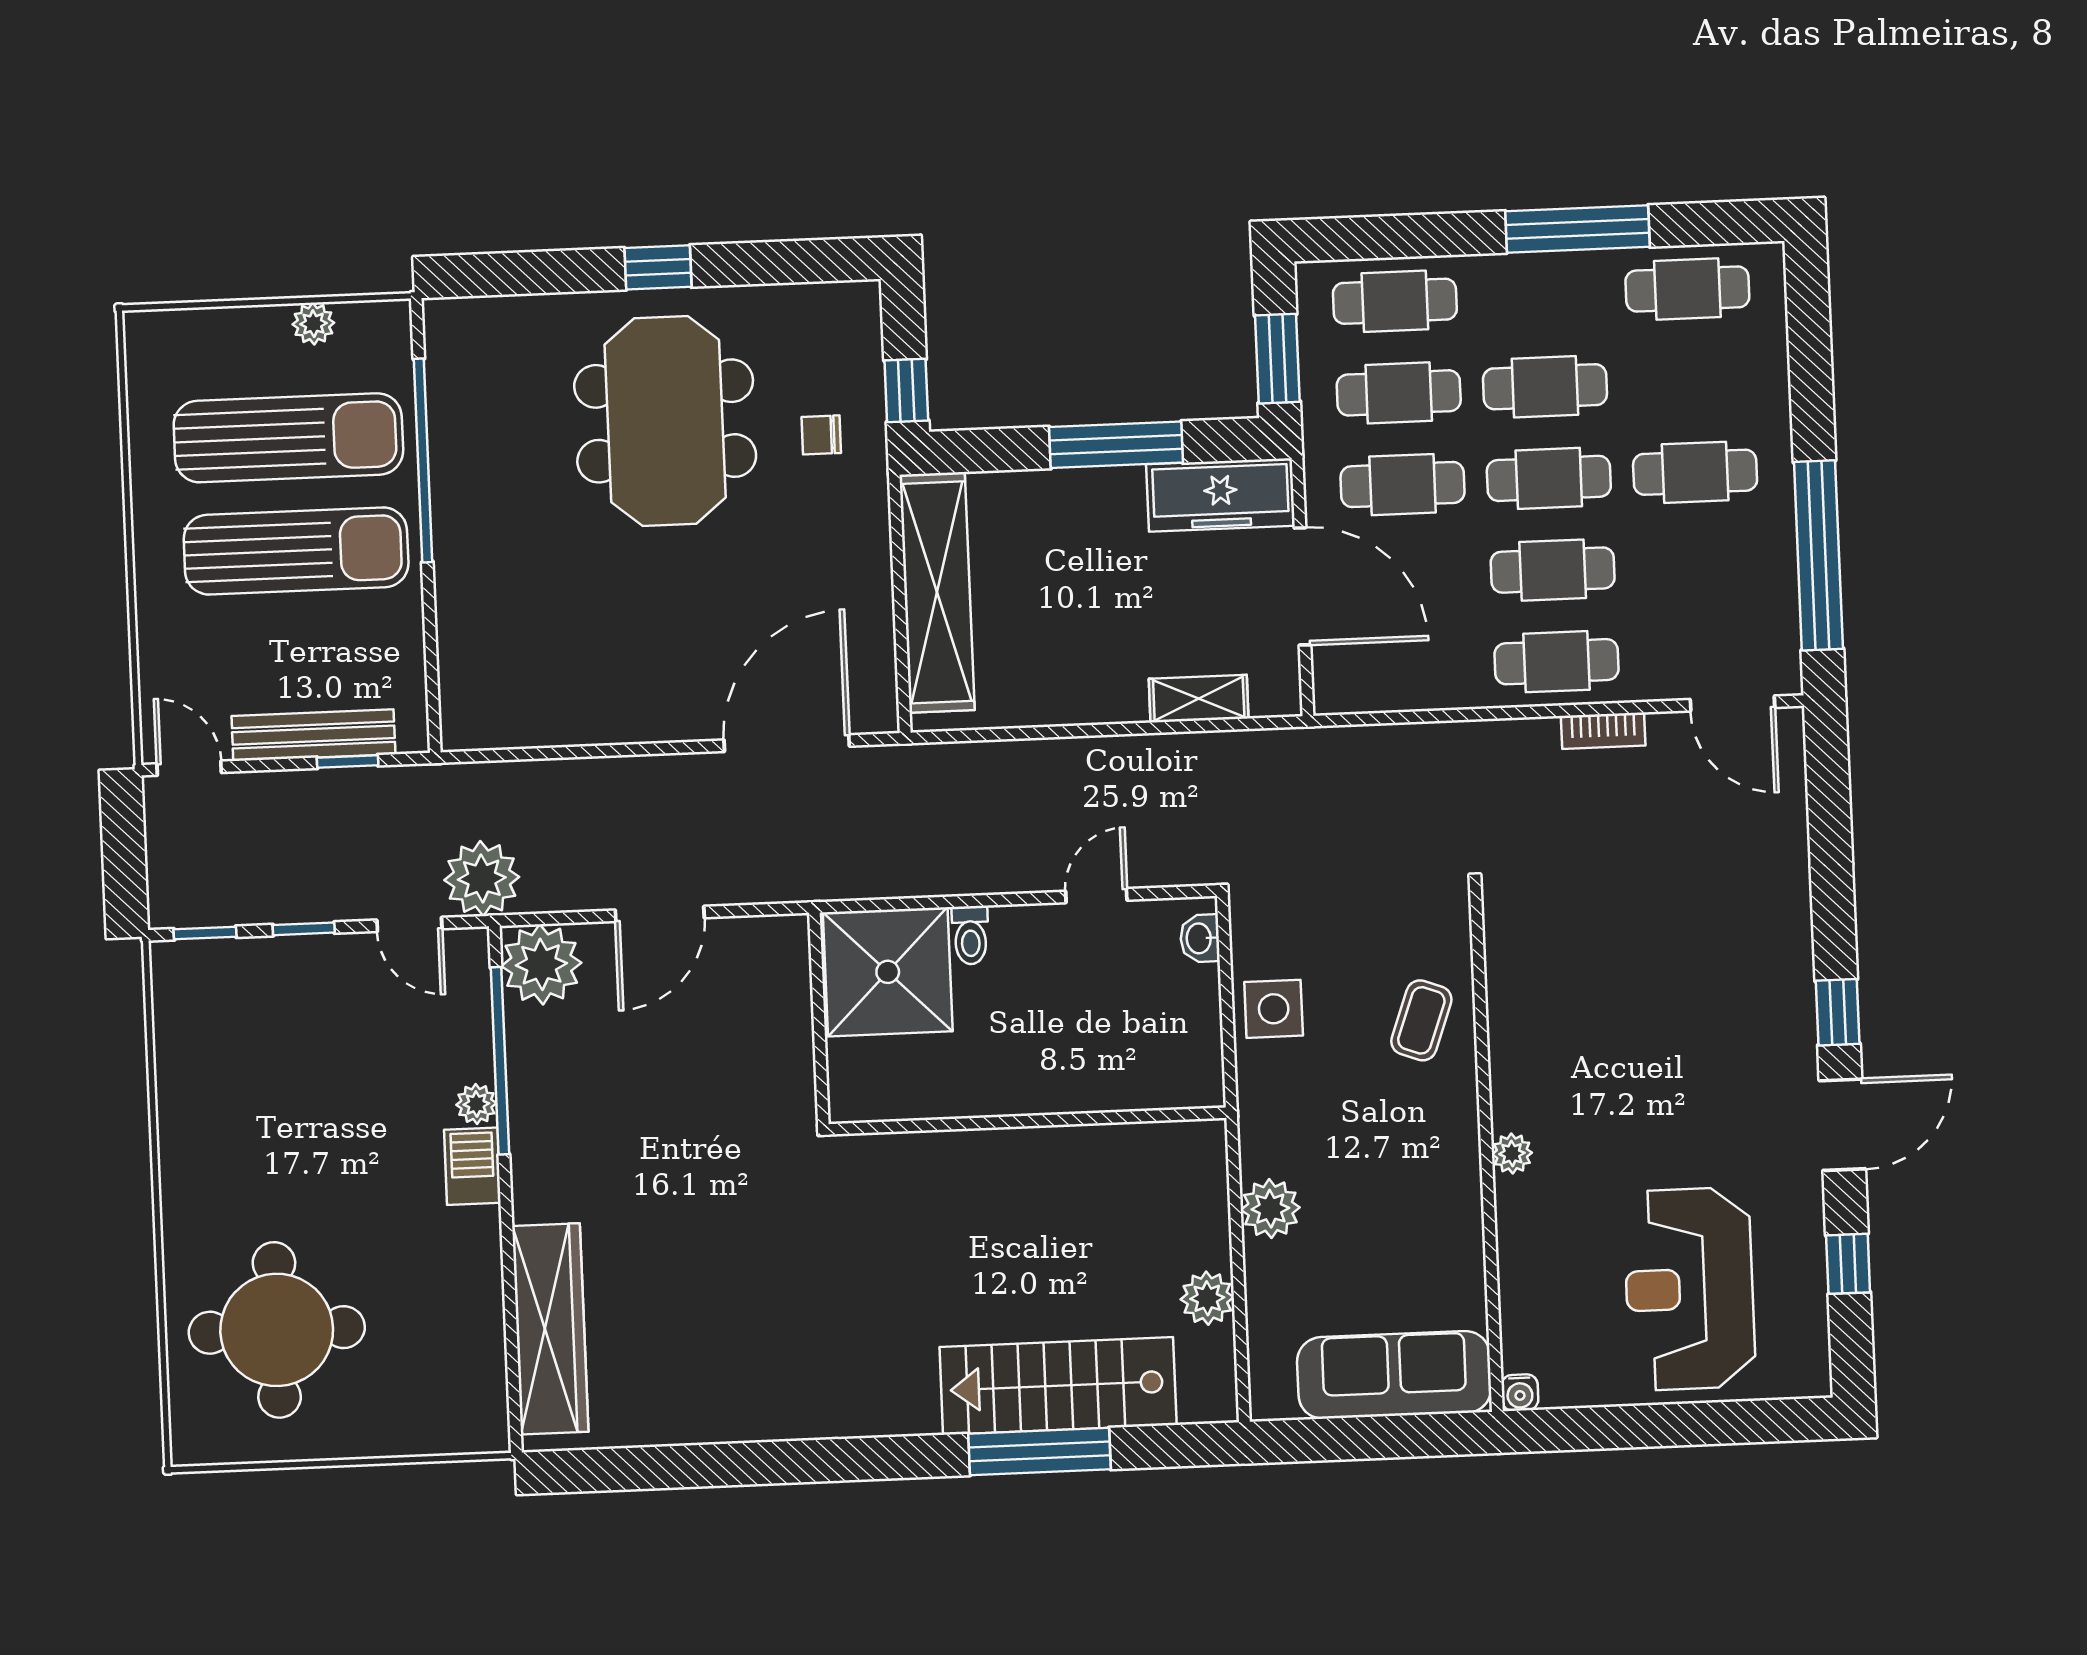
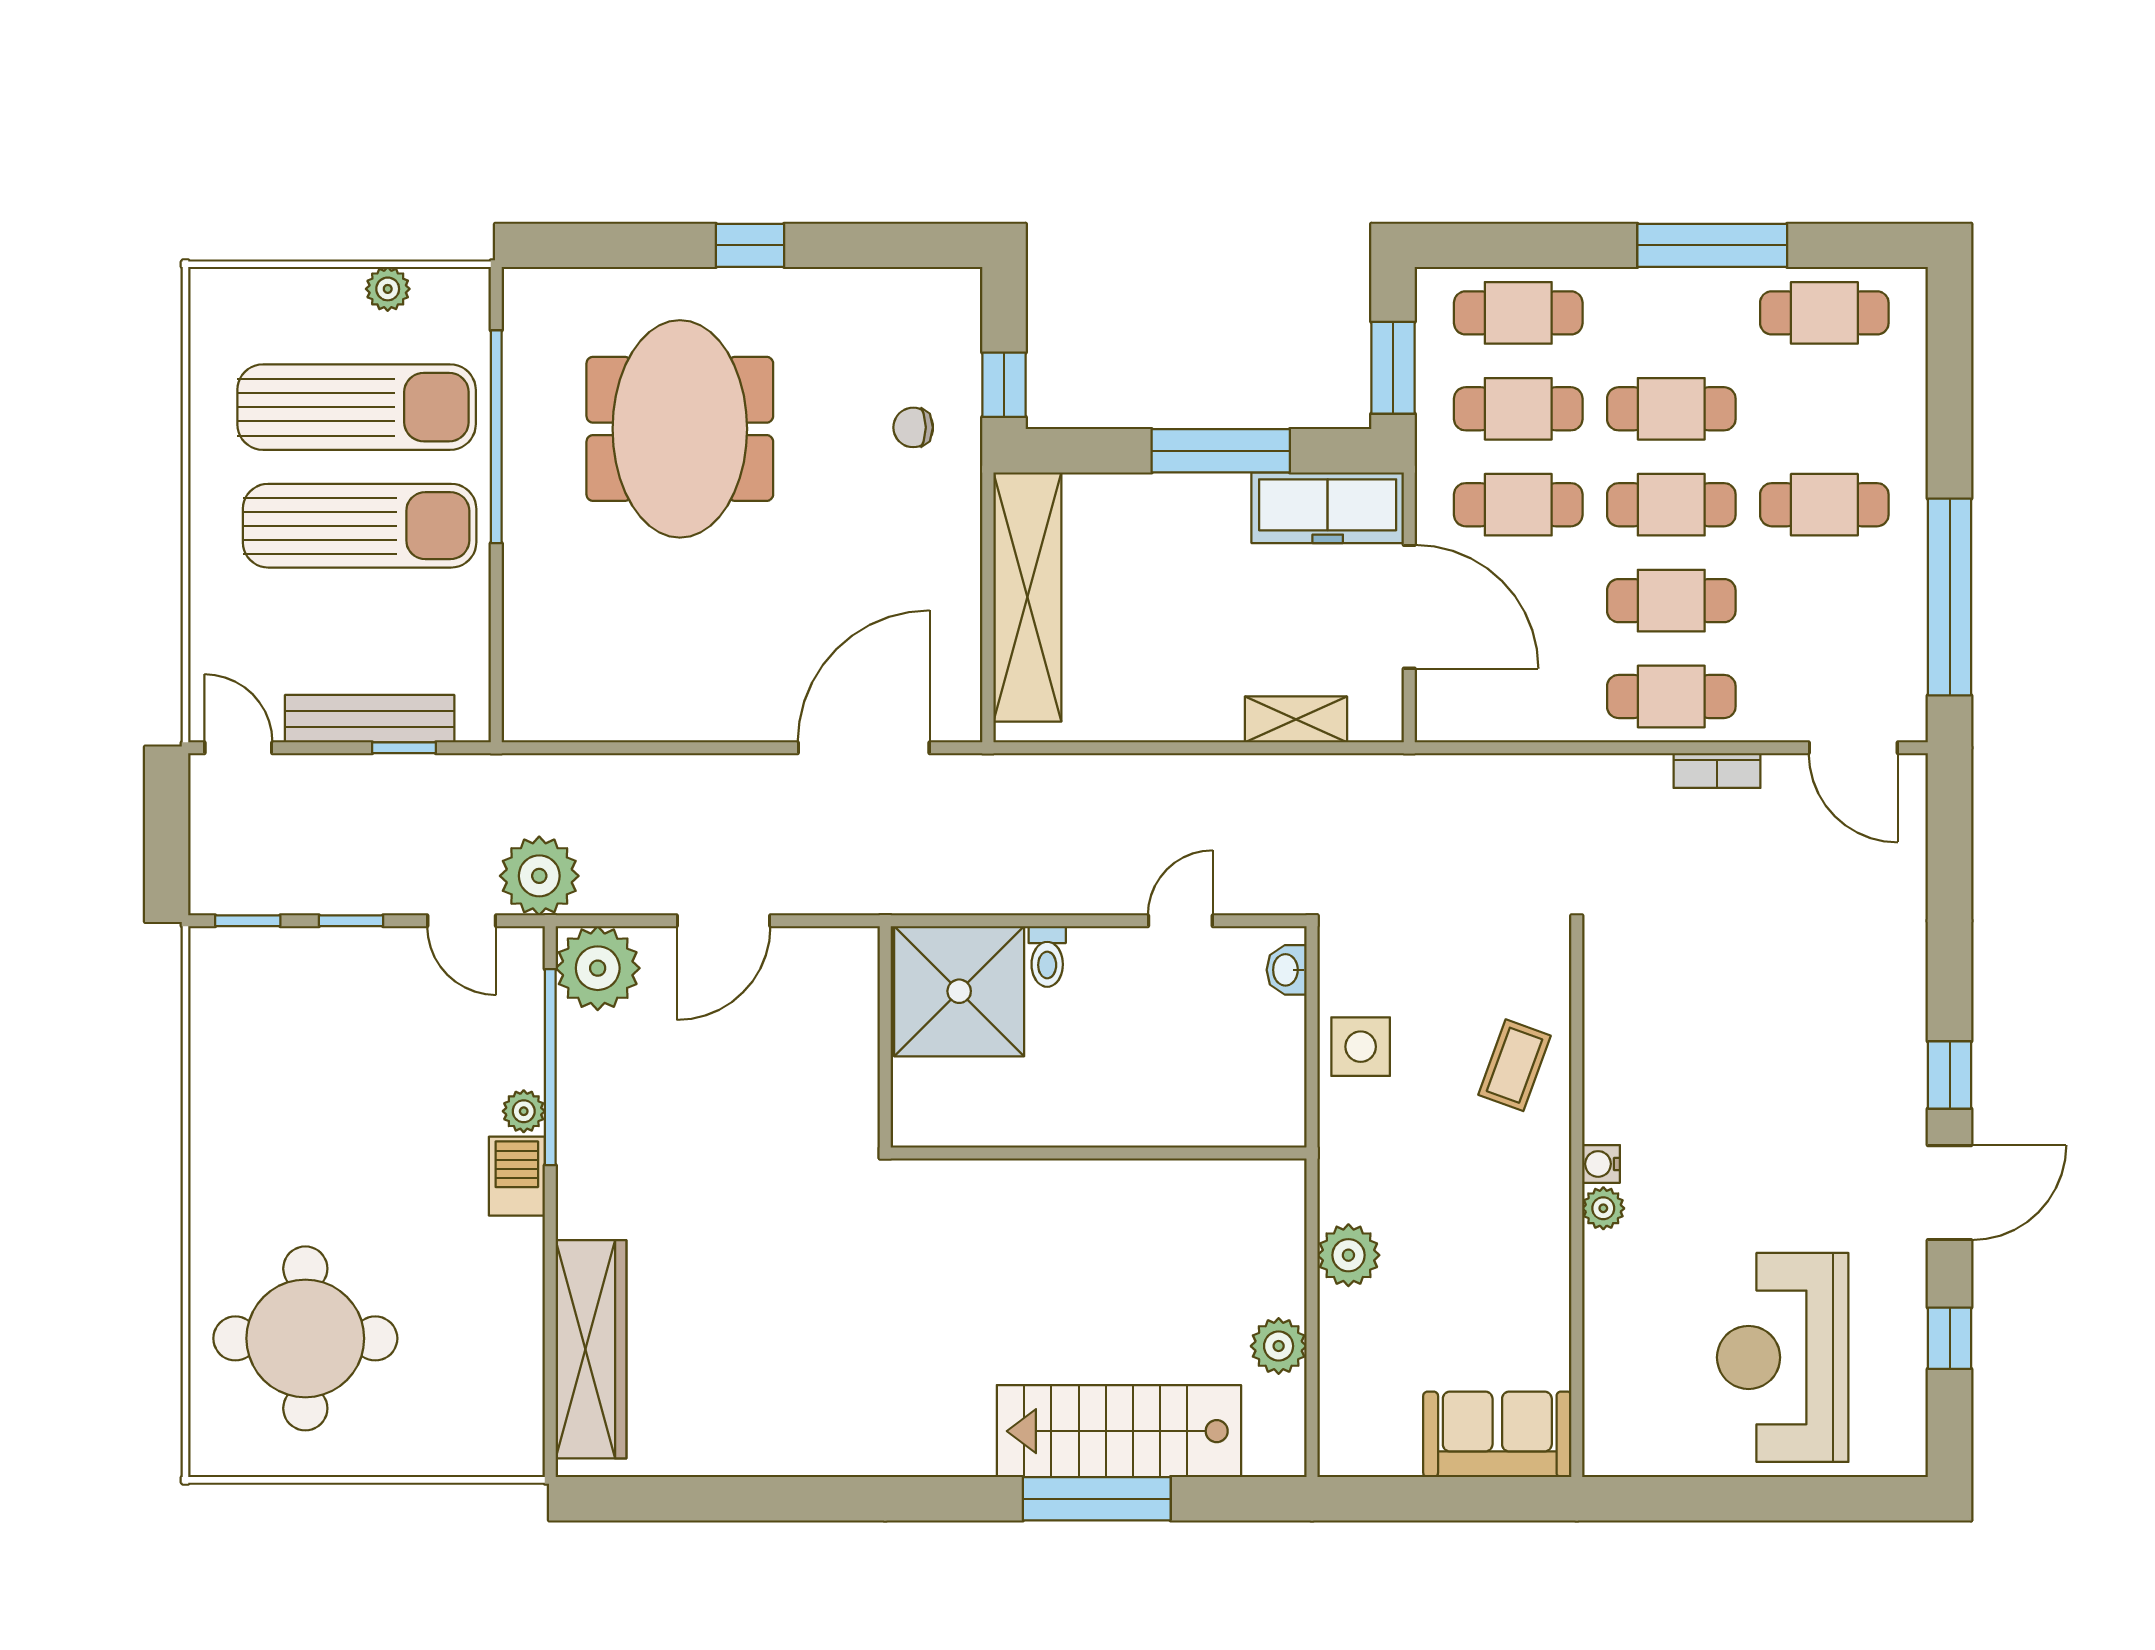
meeting table: (665, 421) -> (680, 429), moved
sofa: (1394, 1375) -> (1497, 1434), width x0.73
water cooler: (1520, 1393) -> (1601, 1164), moved, turned 90

